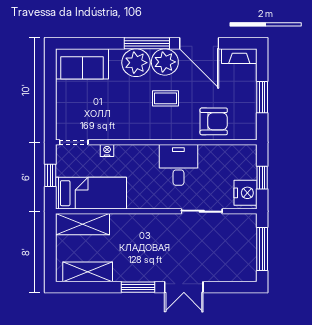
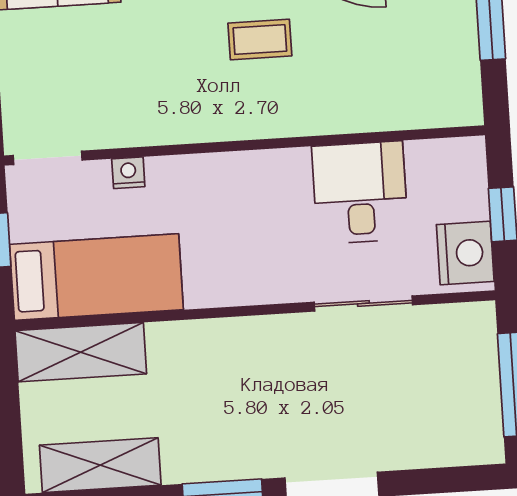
armchair: (214, 121) -> (379, 87), removed
desk: (178, 165) -> (360, 193), moved

